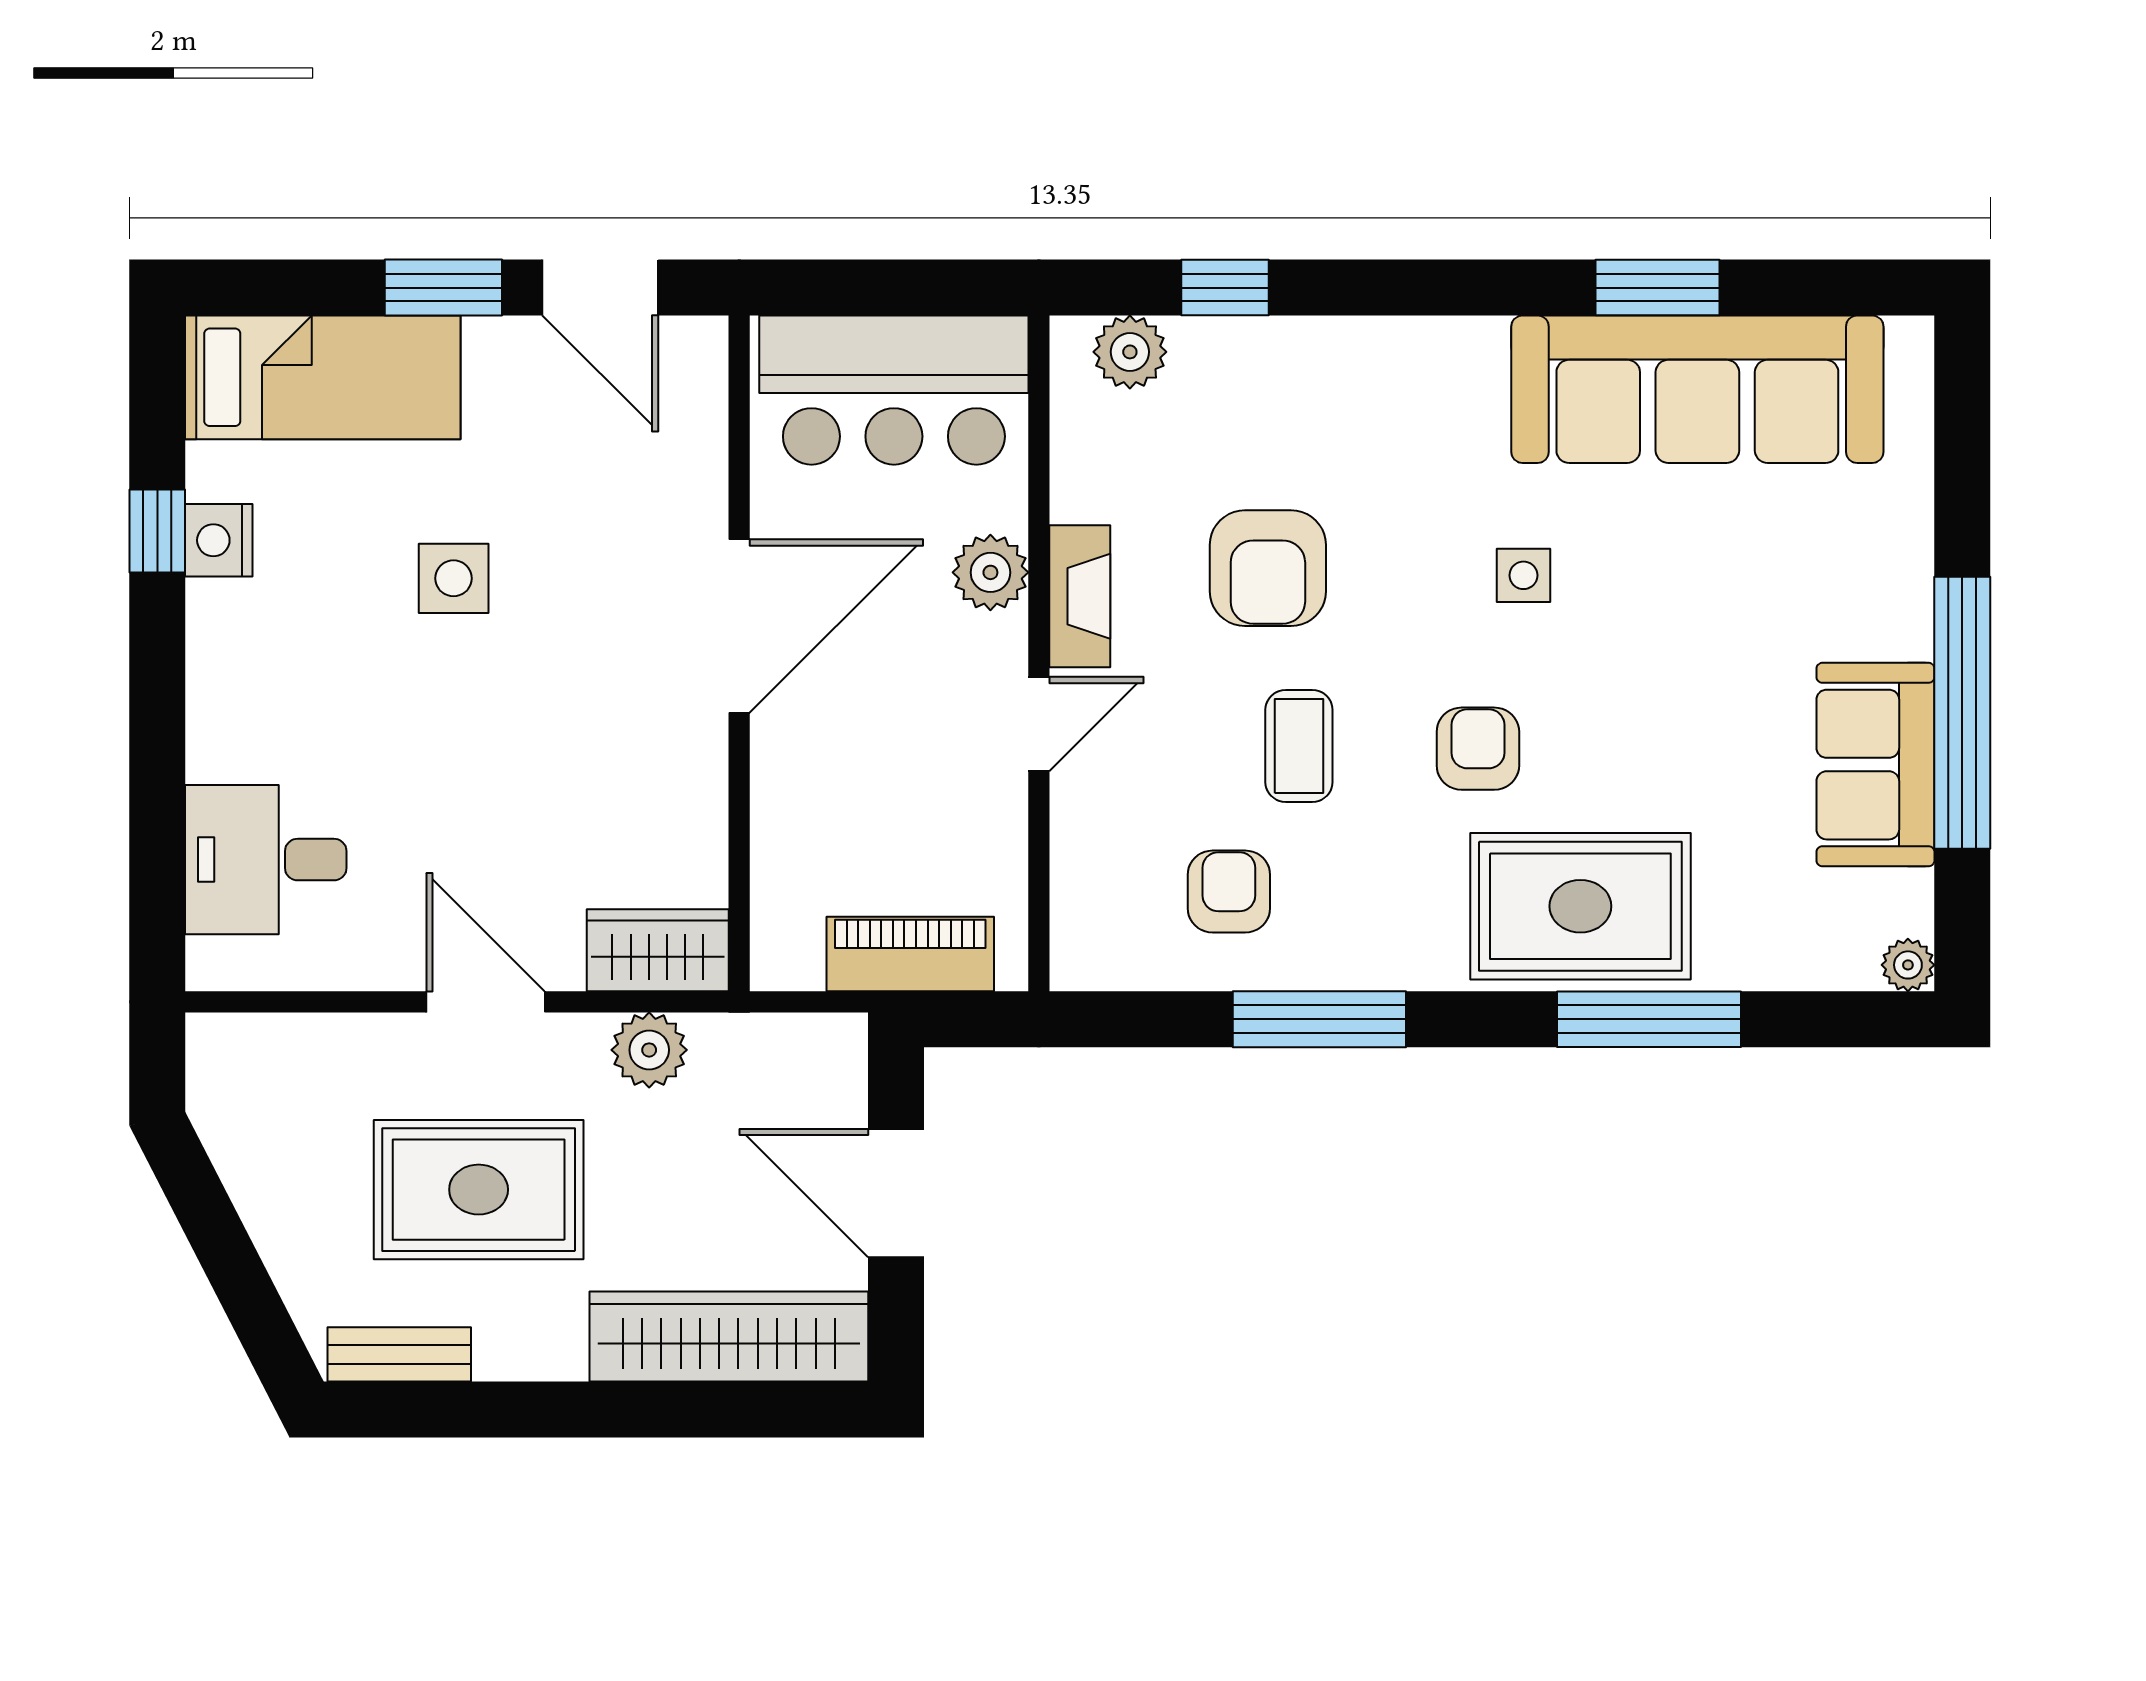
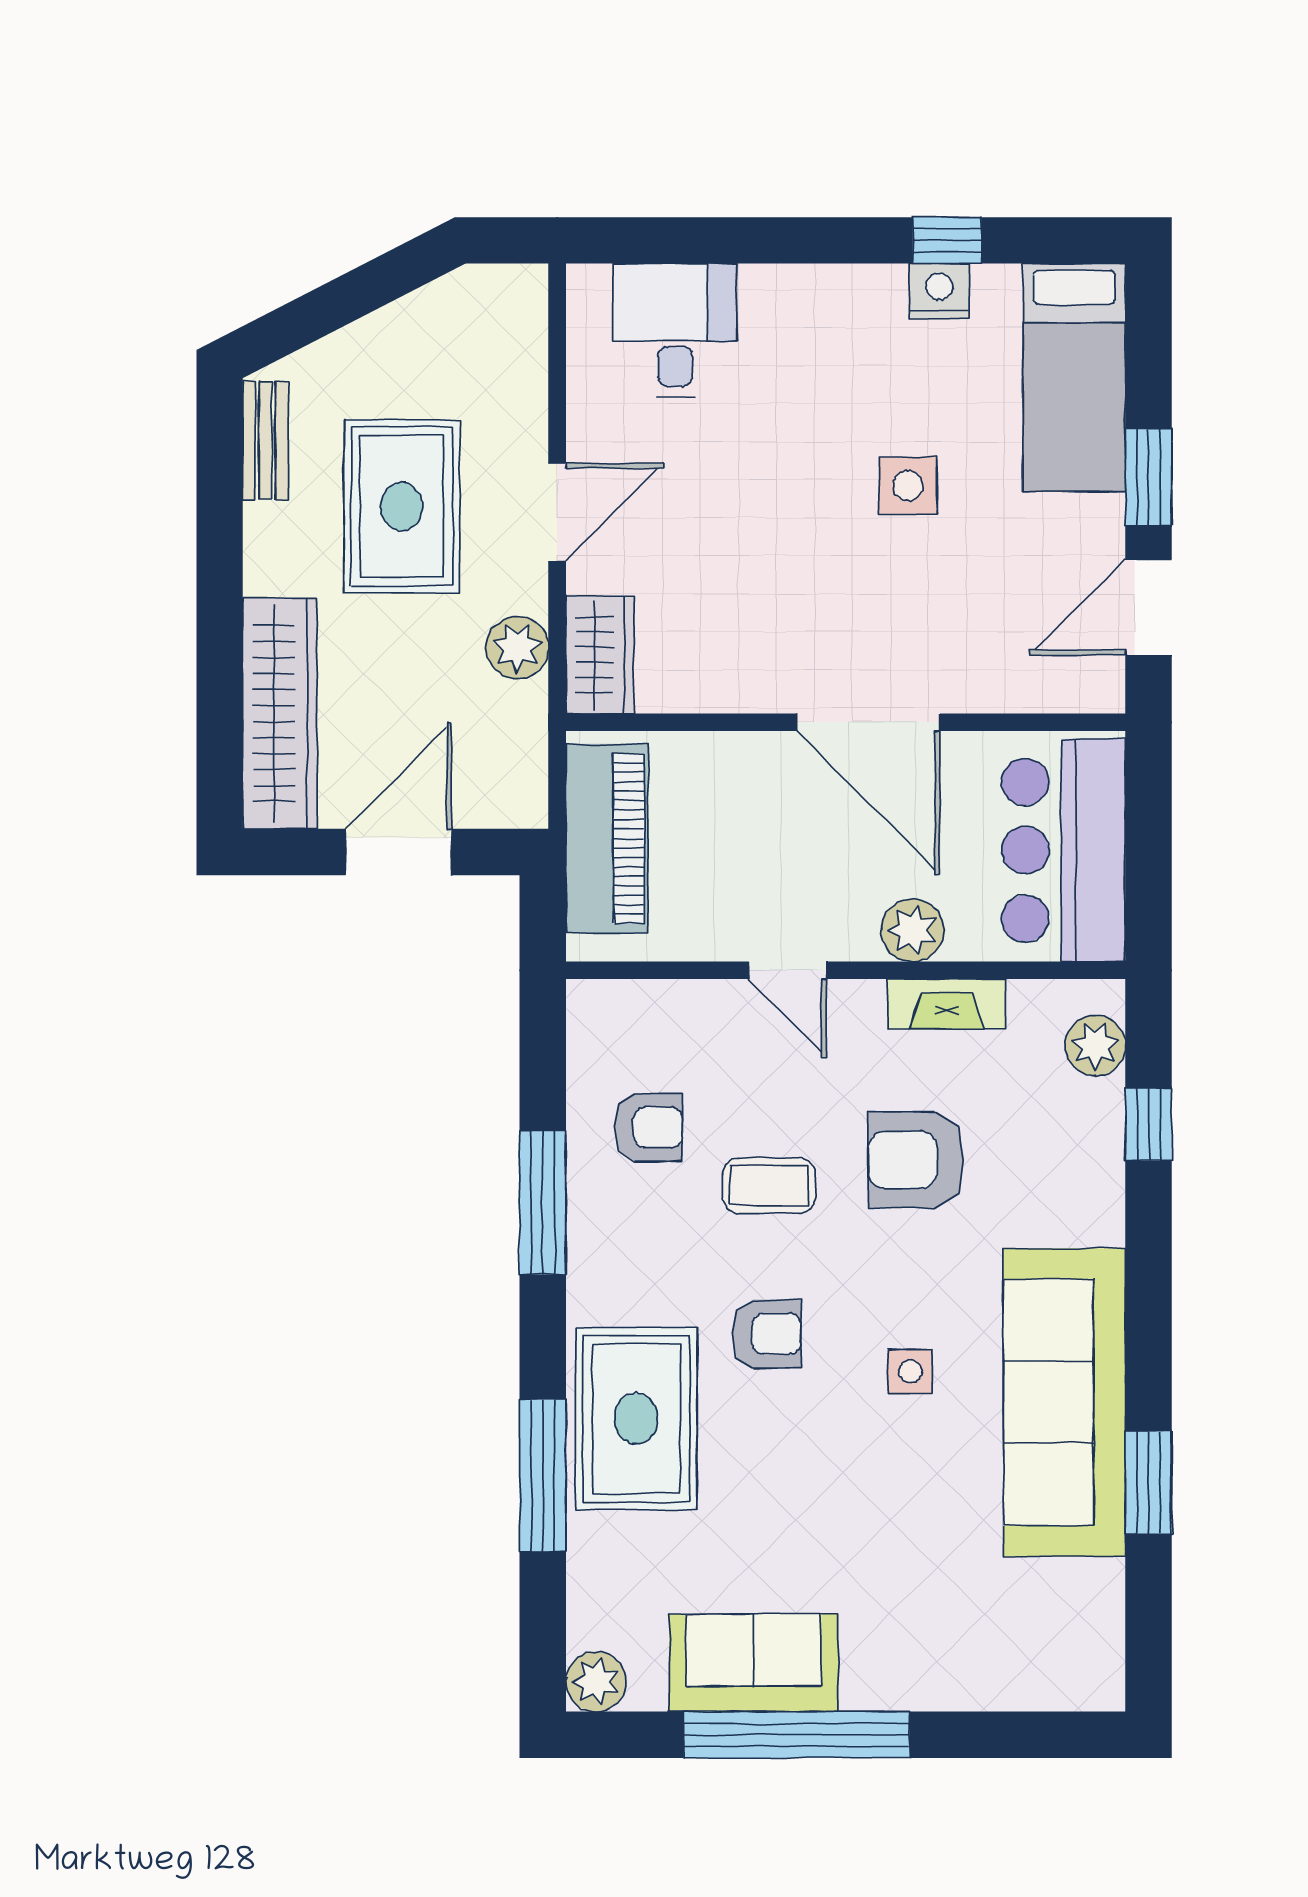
sofa: (1697, 389) -> (1064, 1402), moved
fireplace: (1080, 596) -> (947, 1004), moved
piano: (910, 954) -> (607, 838), width x1.37, depth x1.33
plant: (1908, 965) -> (596, 1682), width x1.38, depth x1.38

